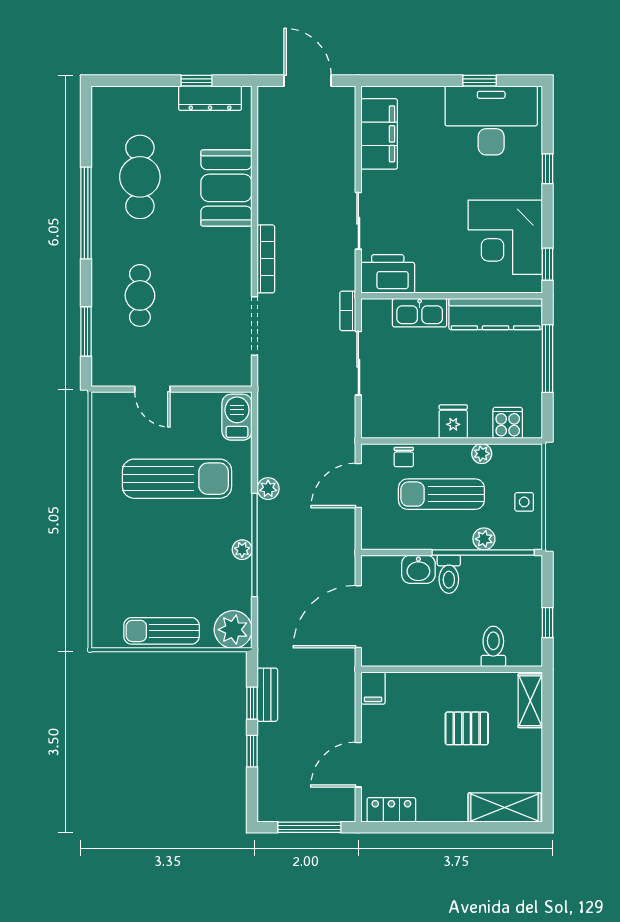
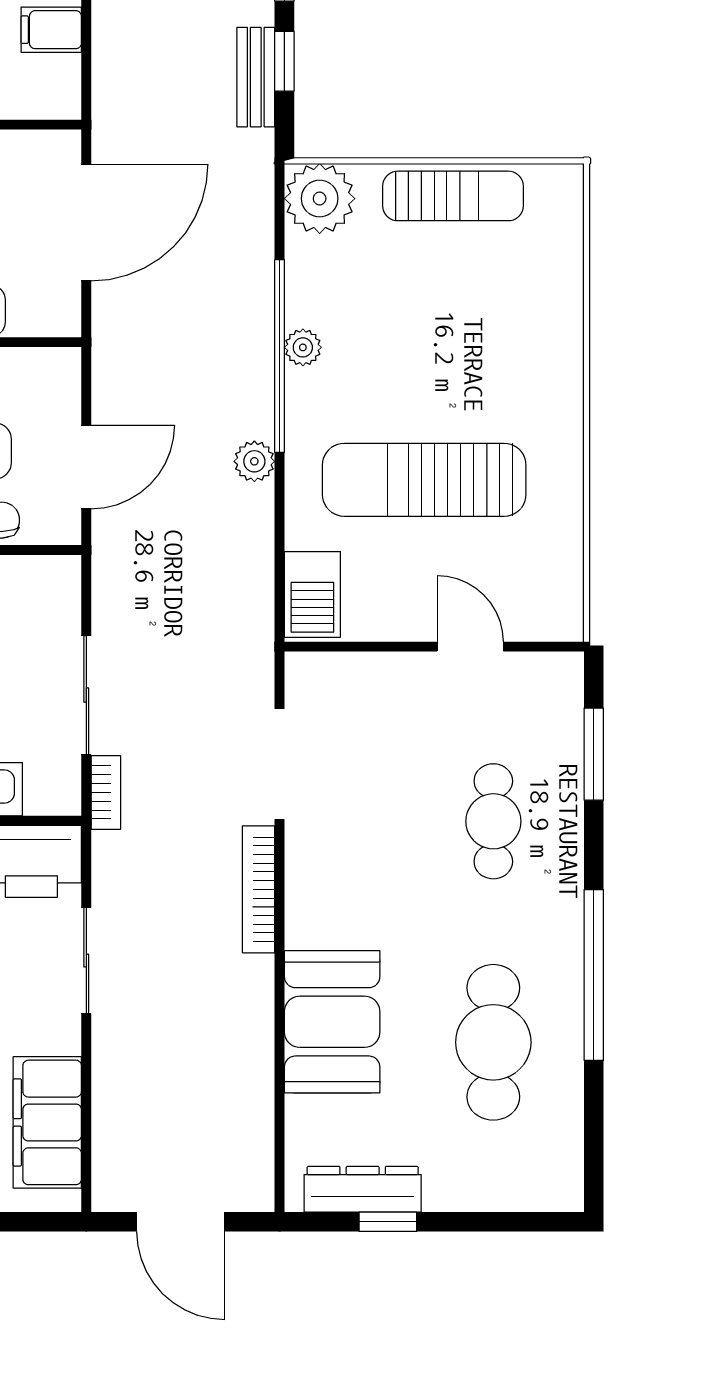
filing cabinet: (373, 688) -> (51, 30), moved, turned -90

